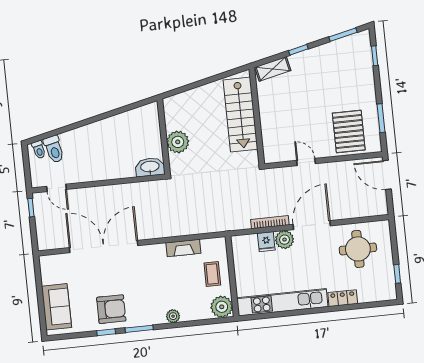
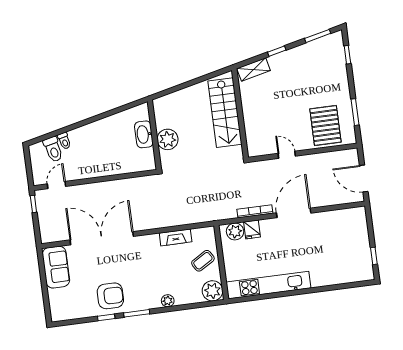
toilet: (39, 150) -> (64, 141), moved
washbasin: (150, 167) -> (144, 134), moved, turned -90
door: (387, 175) -> (364, 178), moved
door: (56, 188) -> (56, 185), swing flipped
plant: (285, 240) -> (235, 231), moved
round table: (358, 249) -> (337, 234), removed
coffee table: (212, 274) -> (203, 261), turned 59
locker: (343, 298) -> (324, 280), removed
sofa: (56, 307) -> (56, 267), moved

